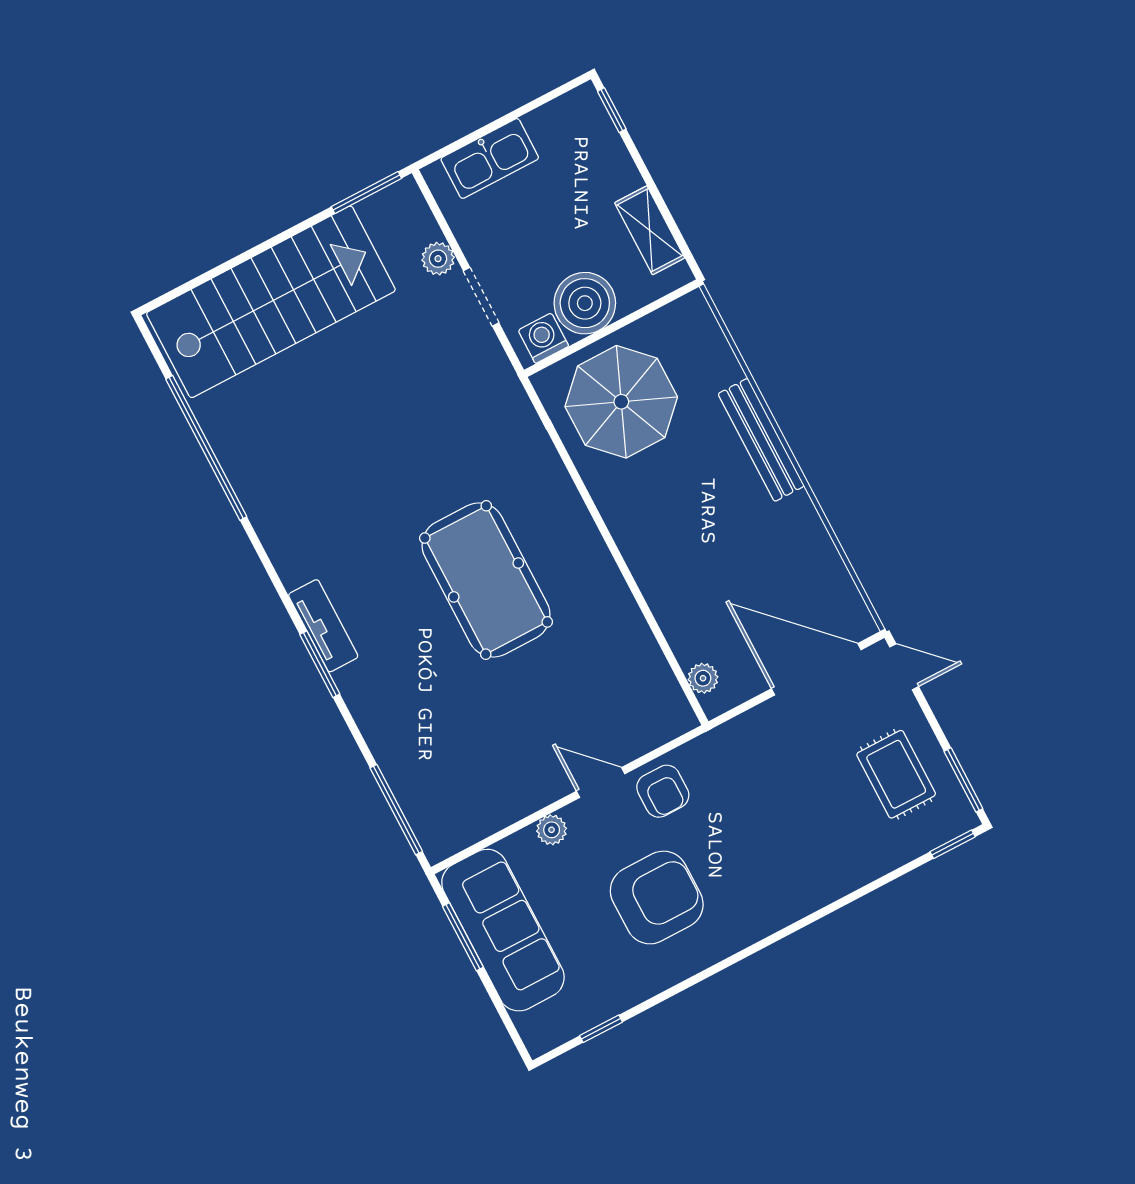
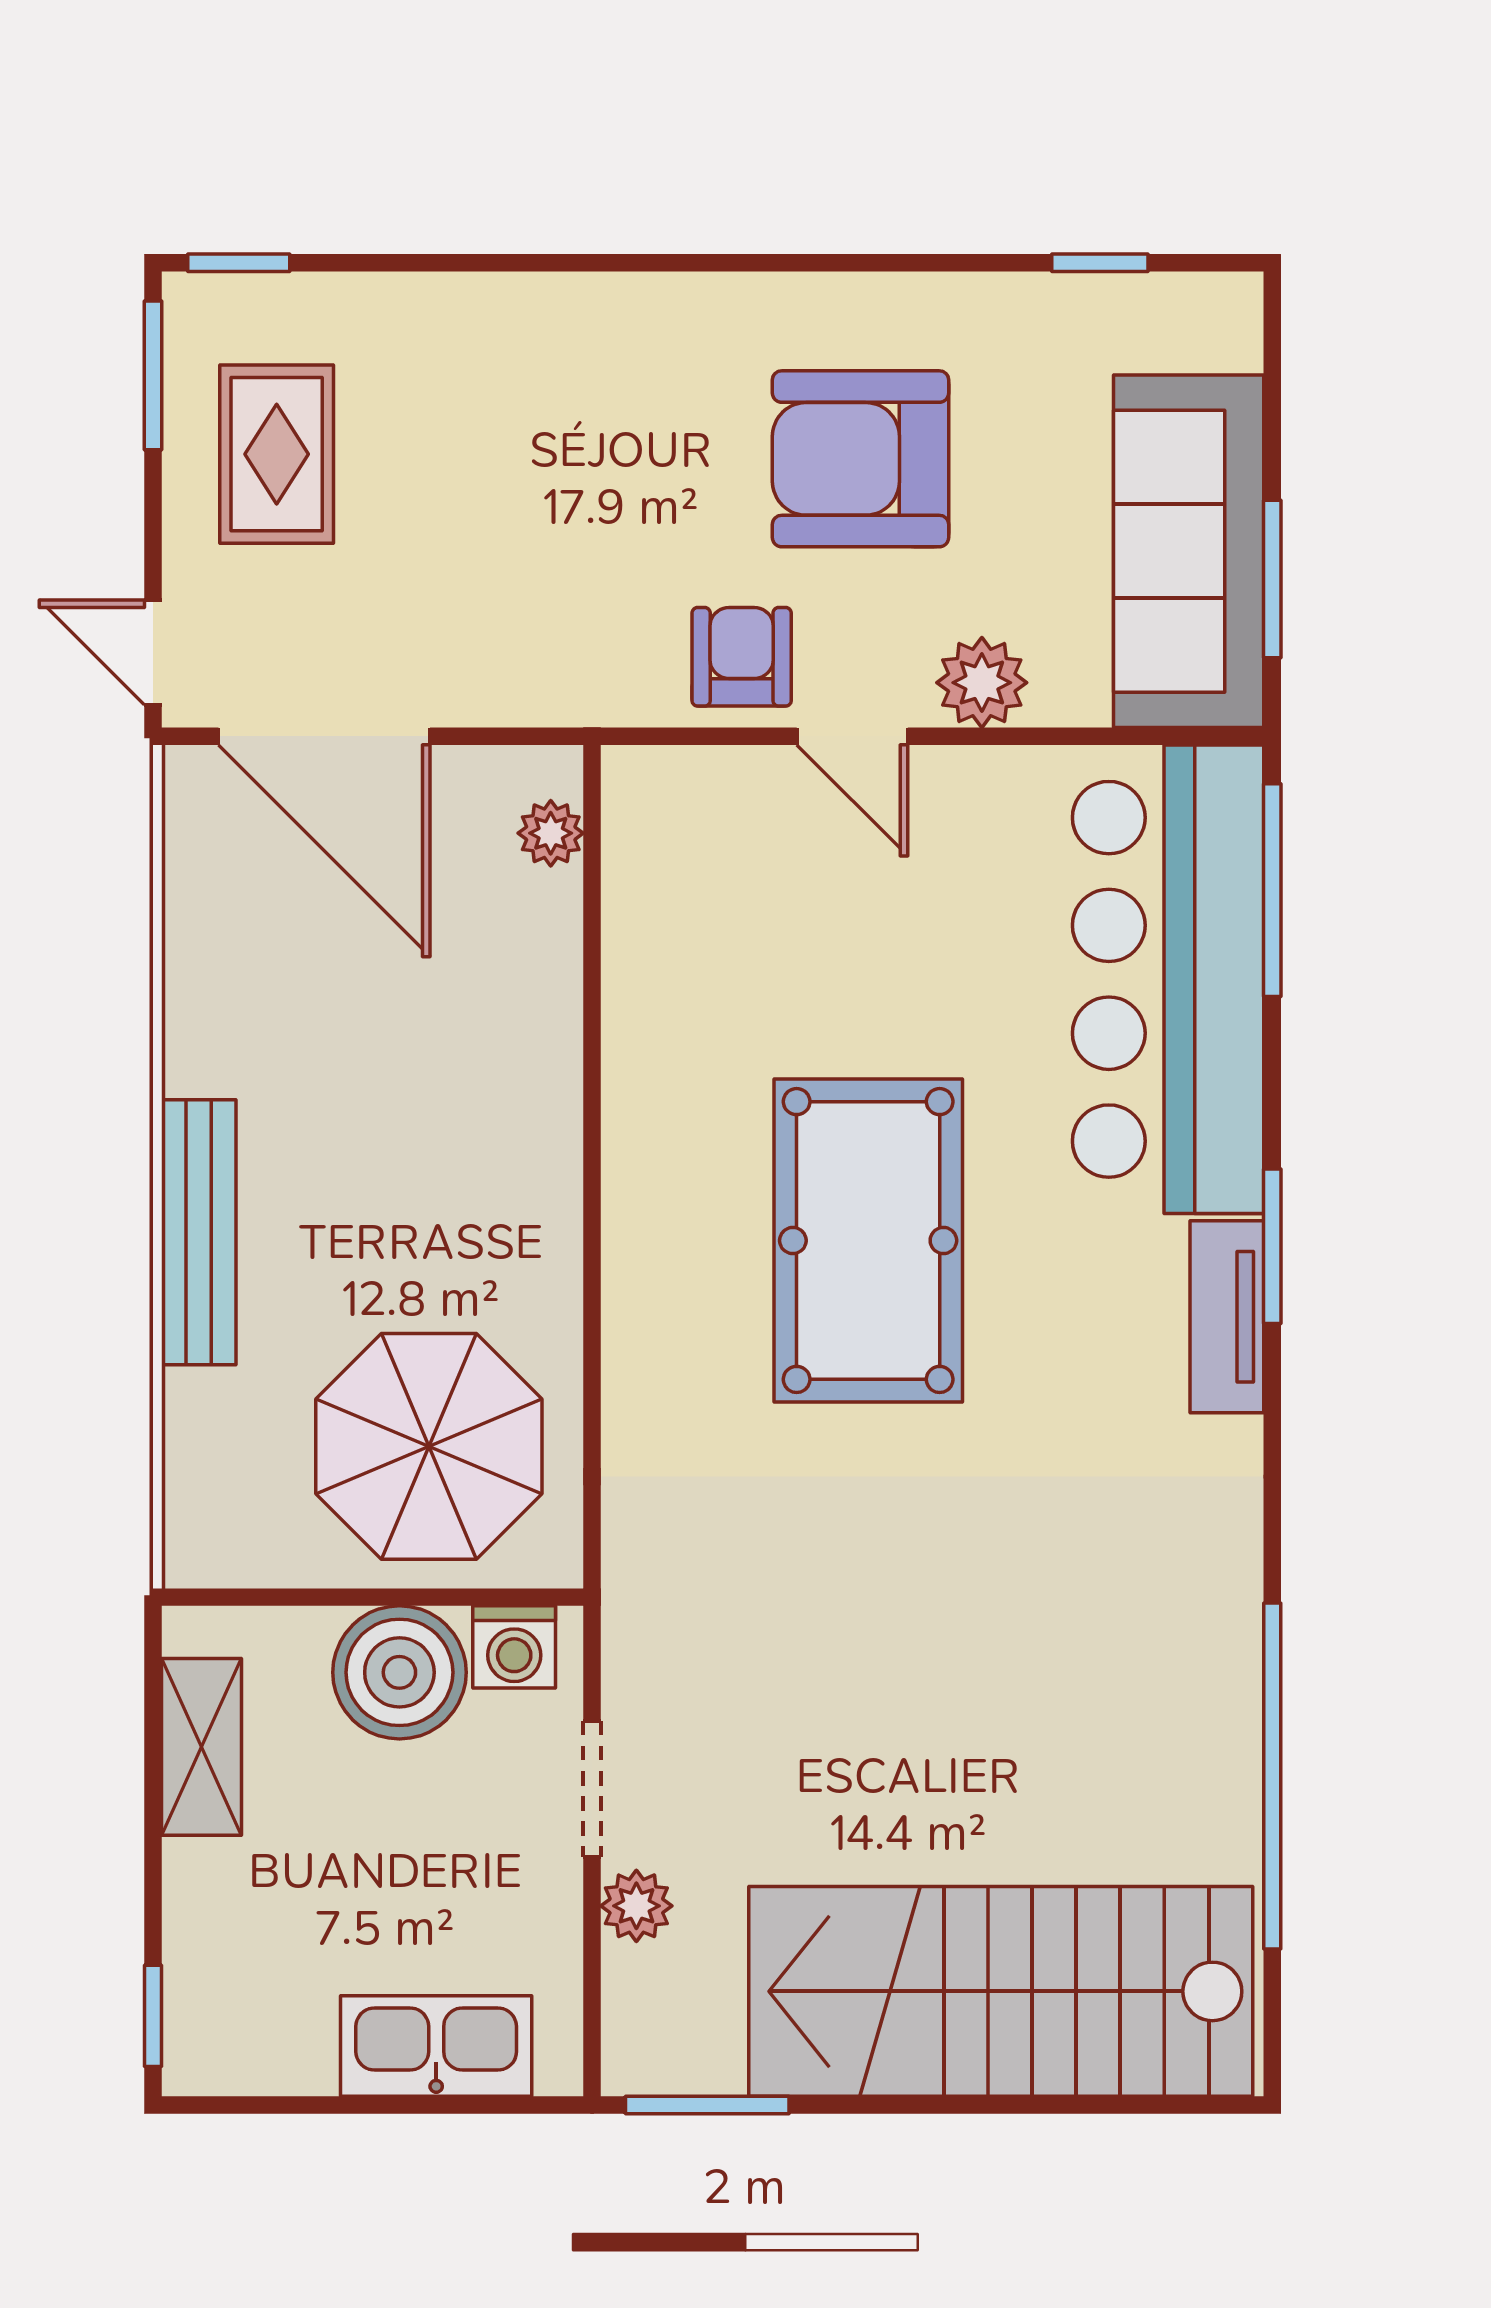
bar counter: (420, 751) -> (1168, 979), added
plant: (552, 830) -> (982, 683), width x1.38, depth x1.38

